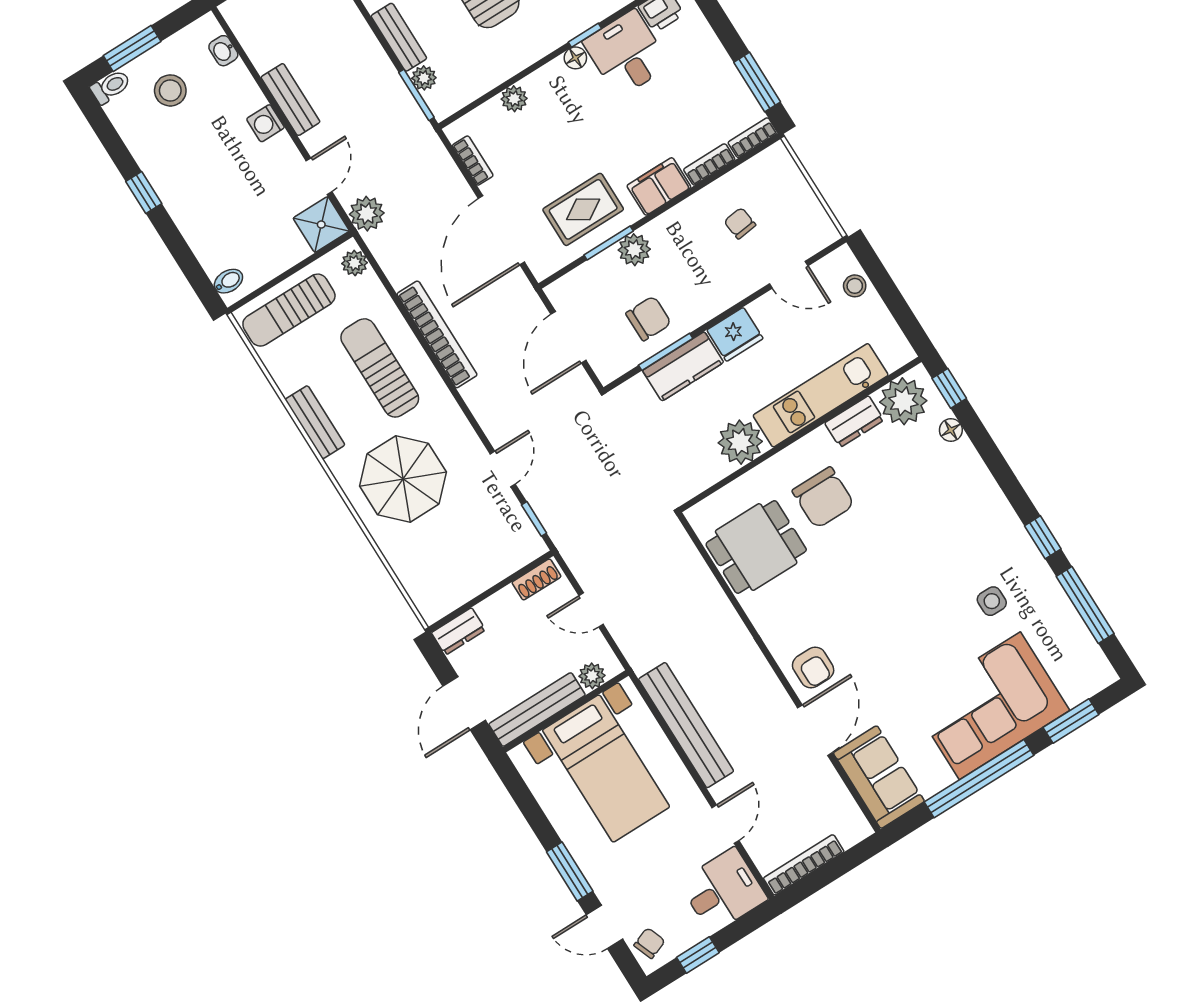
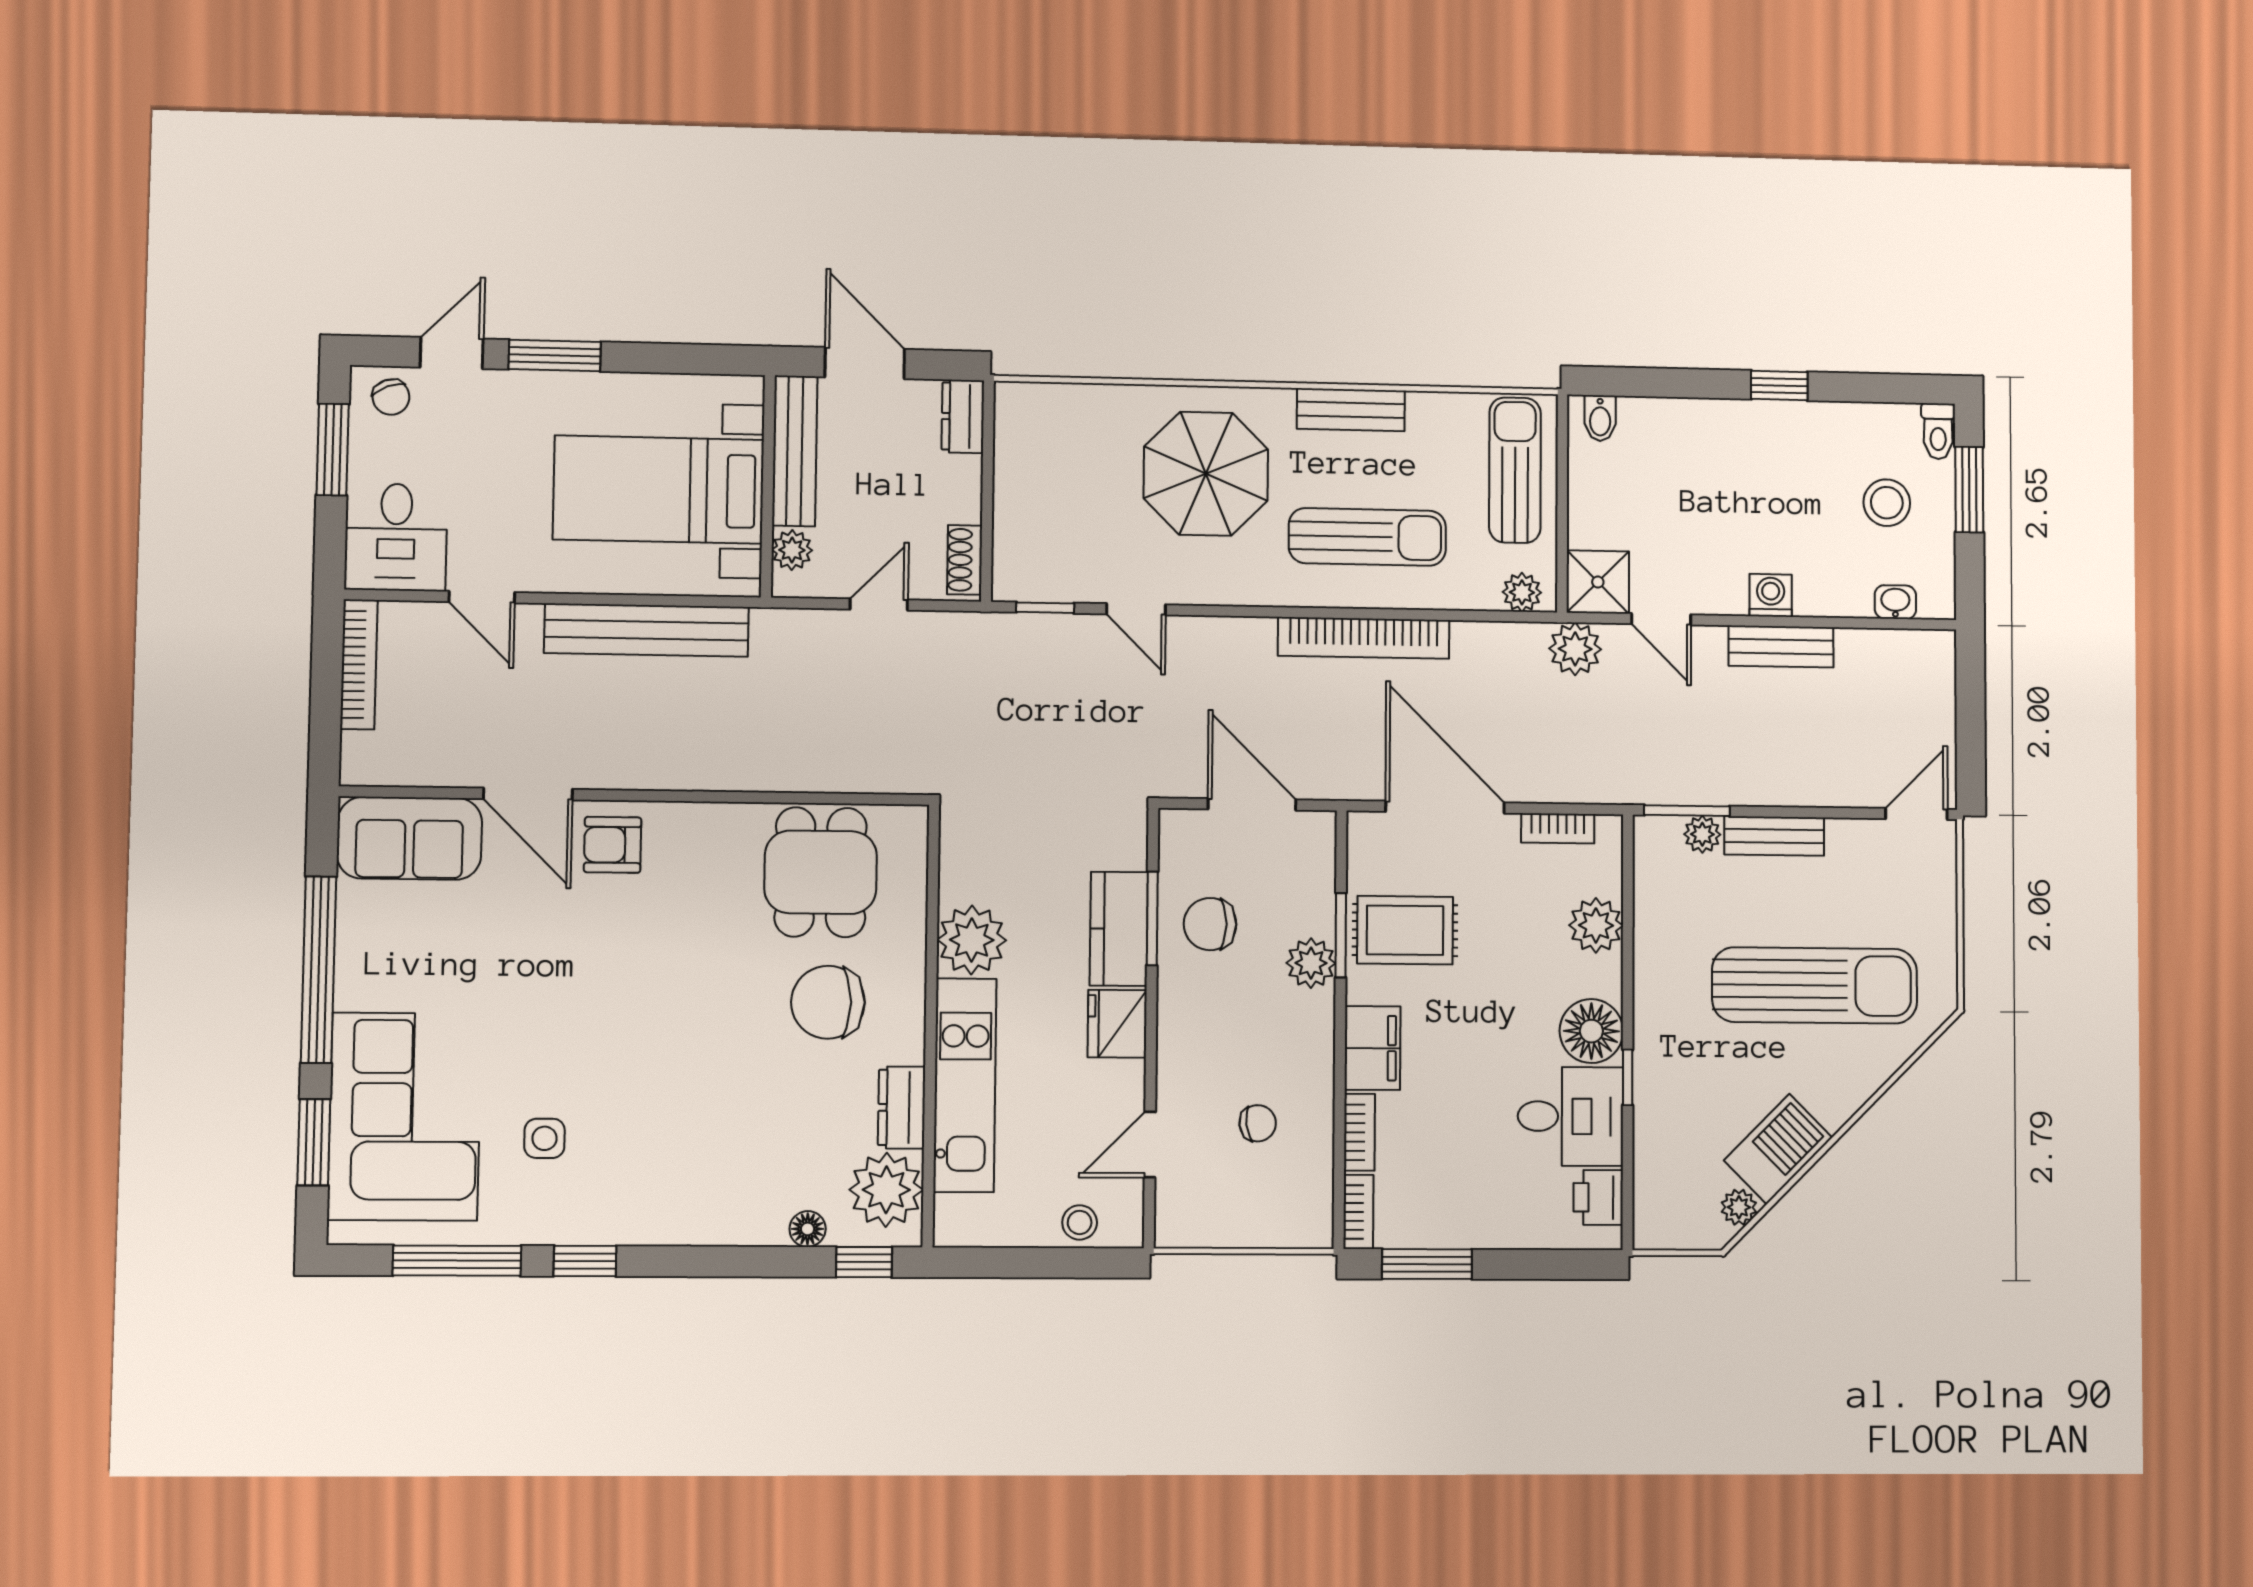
floor lamp: (575, 58) -> (1591, 1031), width x1.89, depth x1.89
plant: (514, 99) -> (1596, 925), width x1.38, depth x1.38
rug: (583, 209) -> (1405, 930), turned 90
chair: (649, 318) -> (1210, 924), turned 90
corner sofa: (990, 706) -> (405, 1117), moved
window: (698, 955) -> (333, 450), width x1.50

